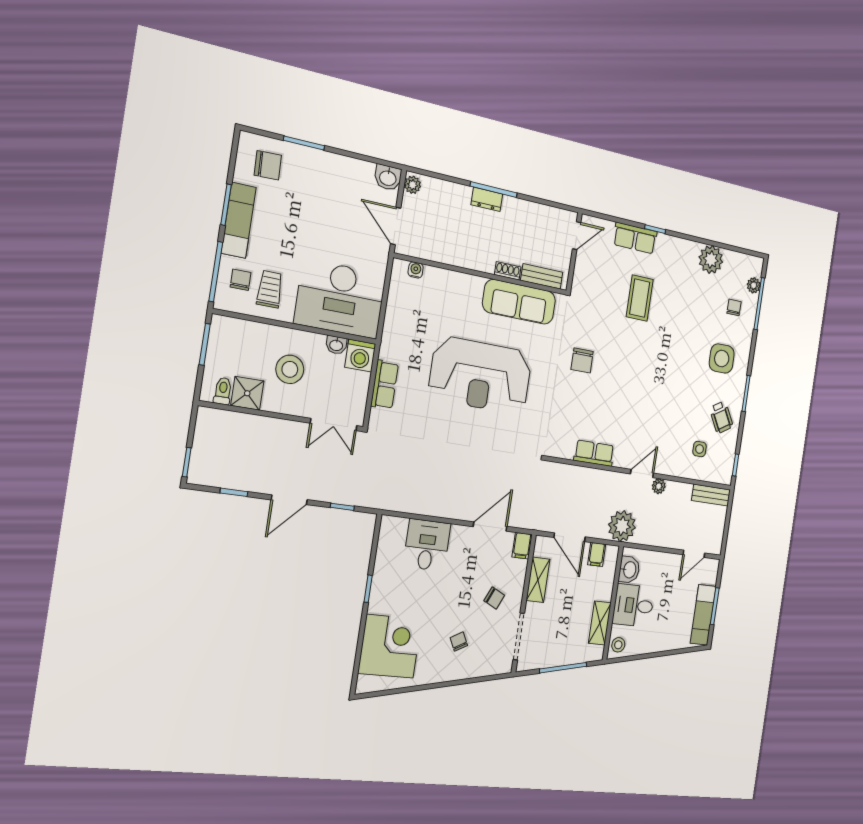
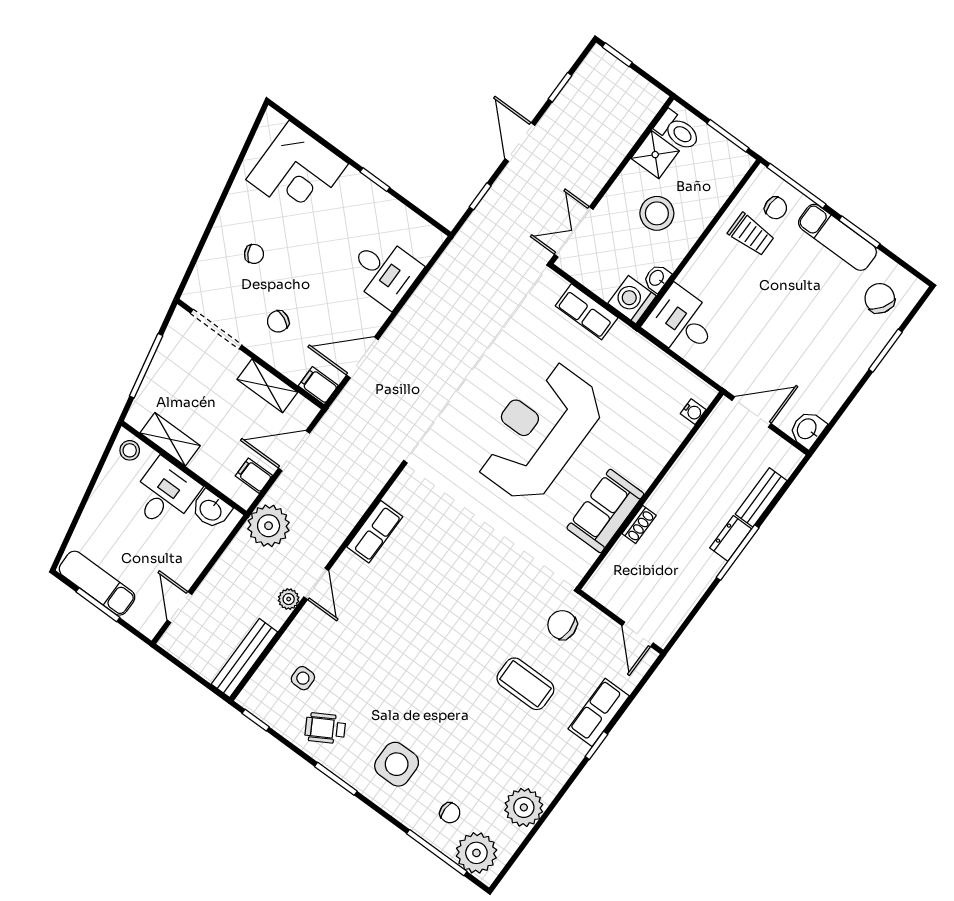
chair: (268, 165) -> (880, 298), turned 125
plant: (412, 185) -> (787, 455), removed
bench: (542, 276) -> (761, 497), moved
plant: (754, 285) -> (476, 853), width x1.88, depth x1.88
desk: (340, 299) -> (682, 322), width x0.53, depth x0.77
sofa: (519, 302) -> (605, 511), width x0.73
chair: (582, 361) -> (562, 625), moved
toilet: (223, 391) -> (678, 131), width x1.37, depth x1.39
bench: (711, 495) -> (244, 658), width x1.36
door: (490, 527) -> (362, 357), swing flipped

